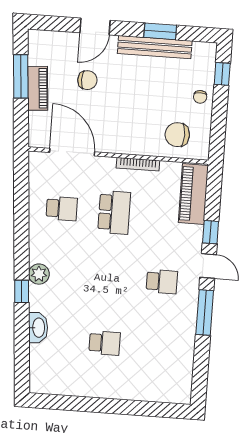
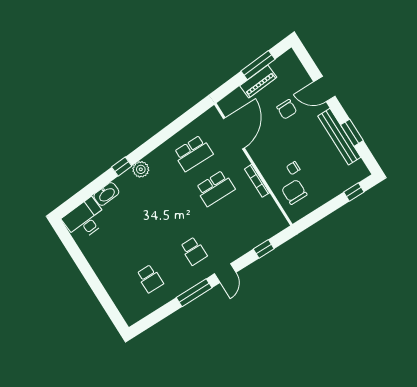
chair: (200, 97) -> (293, 168), moved
piano: (193, 194) -> (264, 230), removed
school desk: (62, 209) -> (193, 153), width x1.85
window: (211, 232) -> (264, 249), moved
school desk: (105, 343) -> (150, 279), moved
desk: (48, 369) -> (85, 219), added

